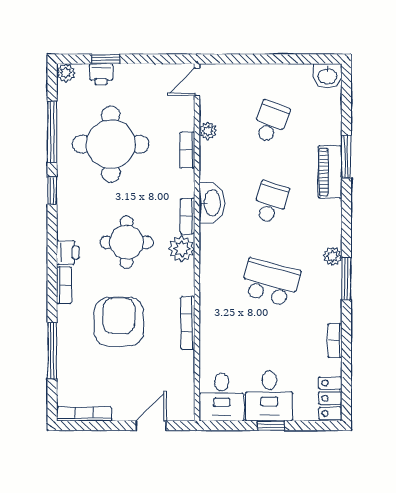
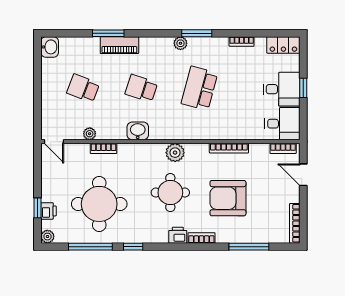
washbasin: (212, 203) -> (138, 131), width x0.72
bookcase: (187, 216) -> (283, 148), moved

